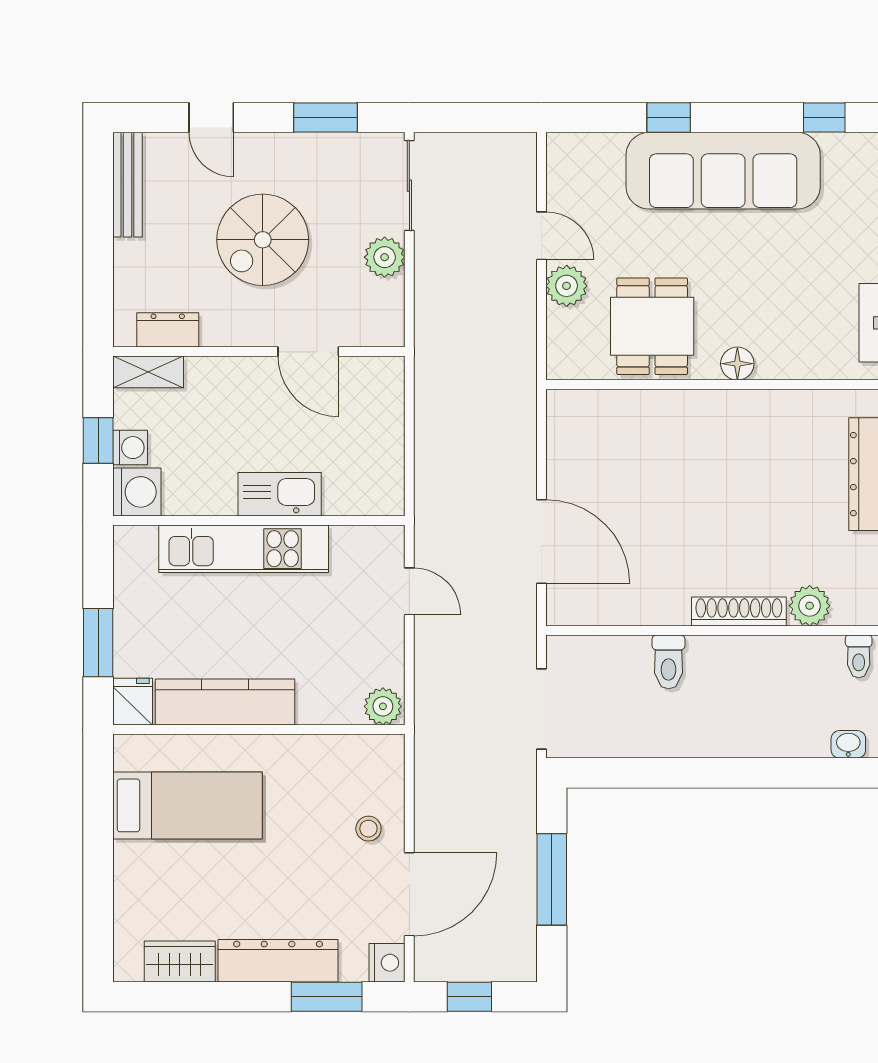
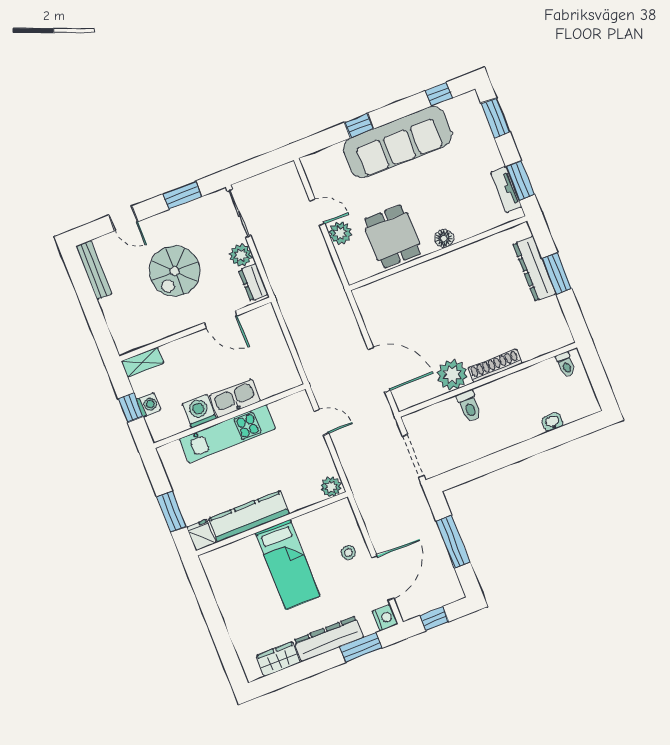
dresser: (168, 330) -> (253, 282), moved, turned -90
washing machine: (137, 492) -> (199, 411), moved, turned -90
plant: (810, 606) -> (452, 375), moved, width x1.36, depth x1.36
washbasin: (848, 744) -> (552, 422), moved
bed: (187, 805) -> (288, 565), moved, turned 90

